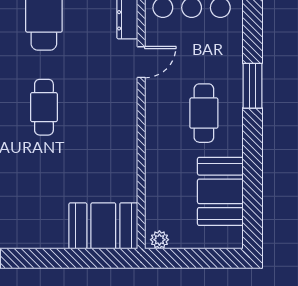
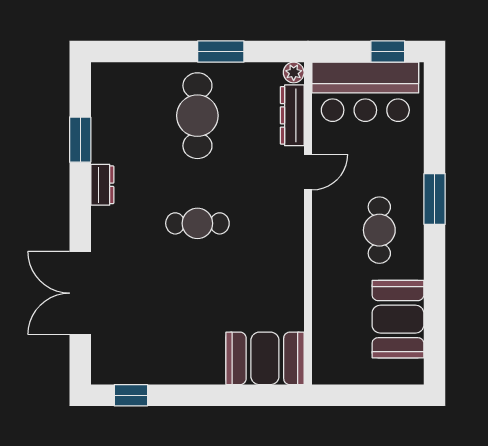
cafe table: (44, 107) -> (197, 223), turned 90
plant: (159, 240) -> (329, 374), removed

